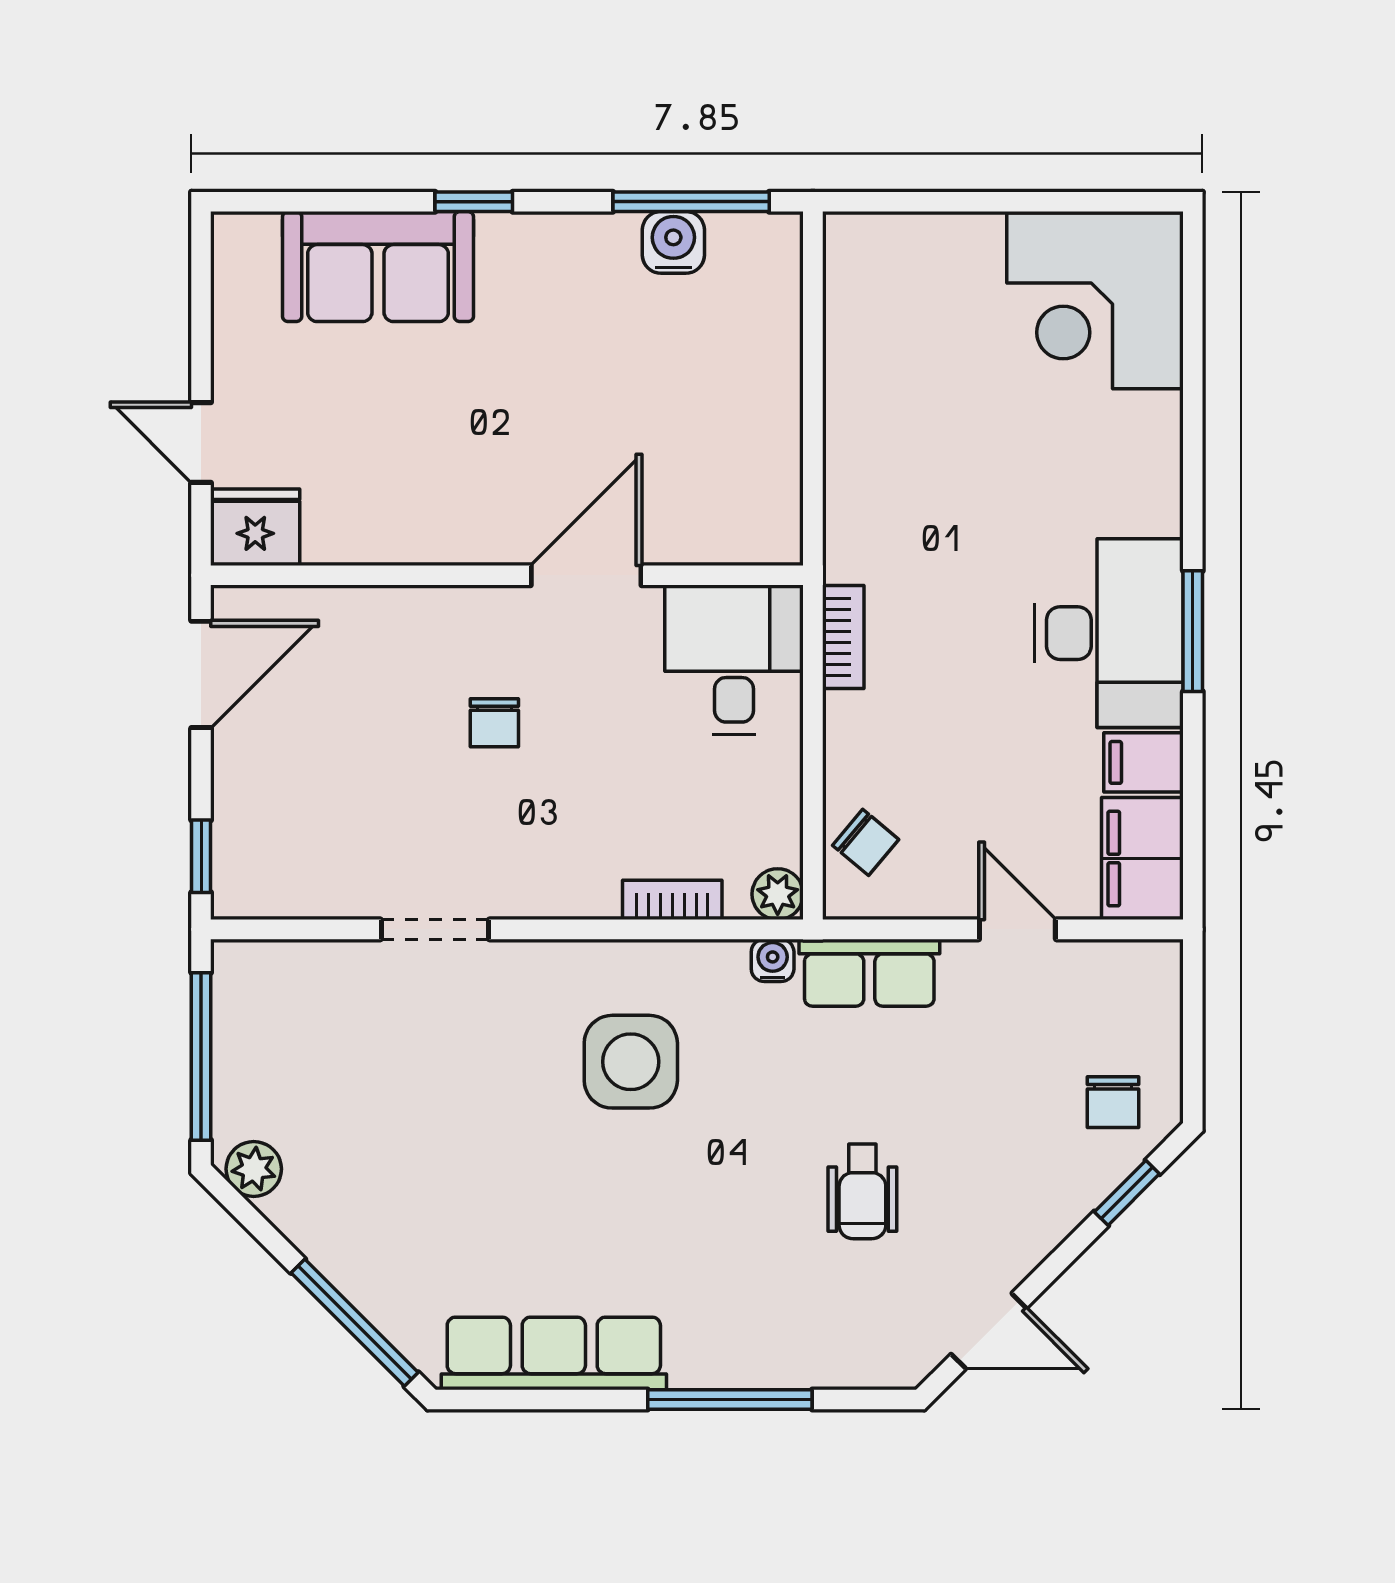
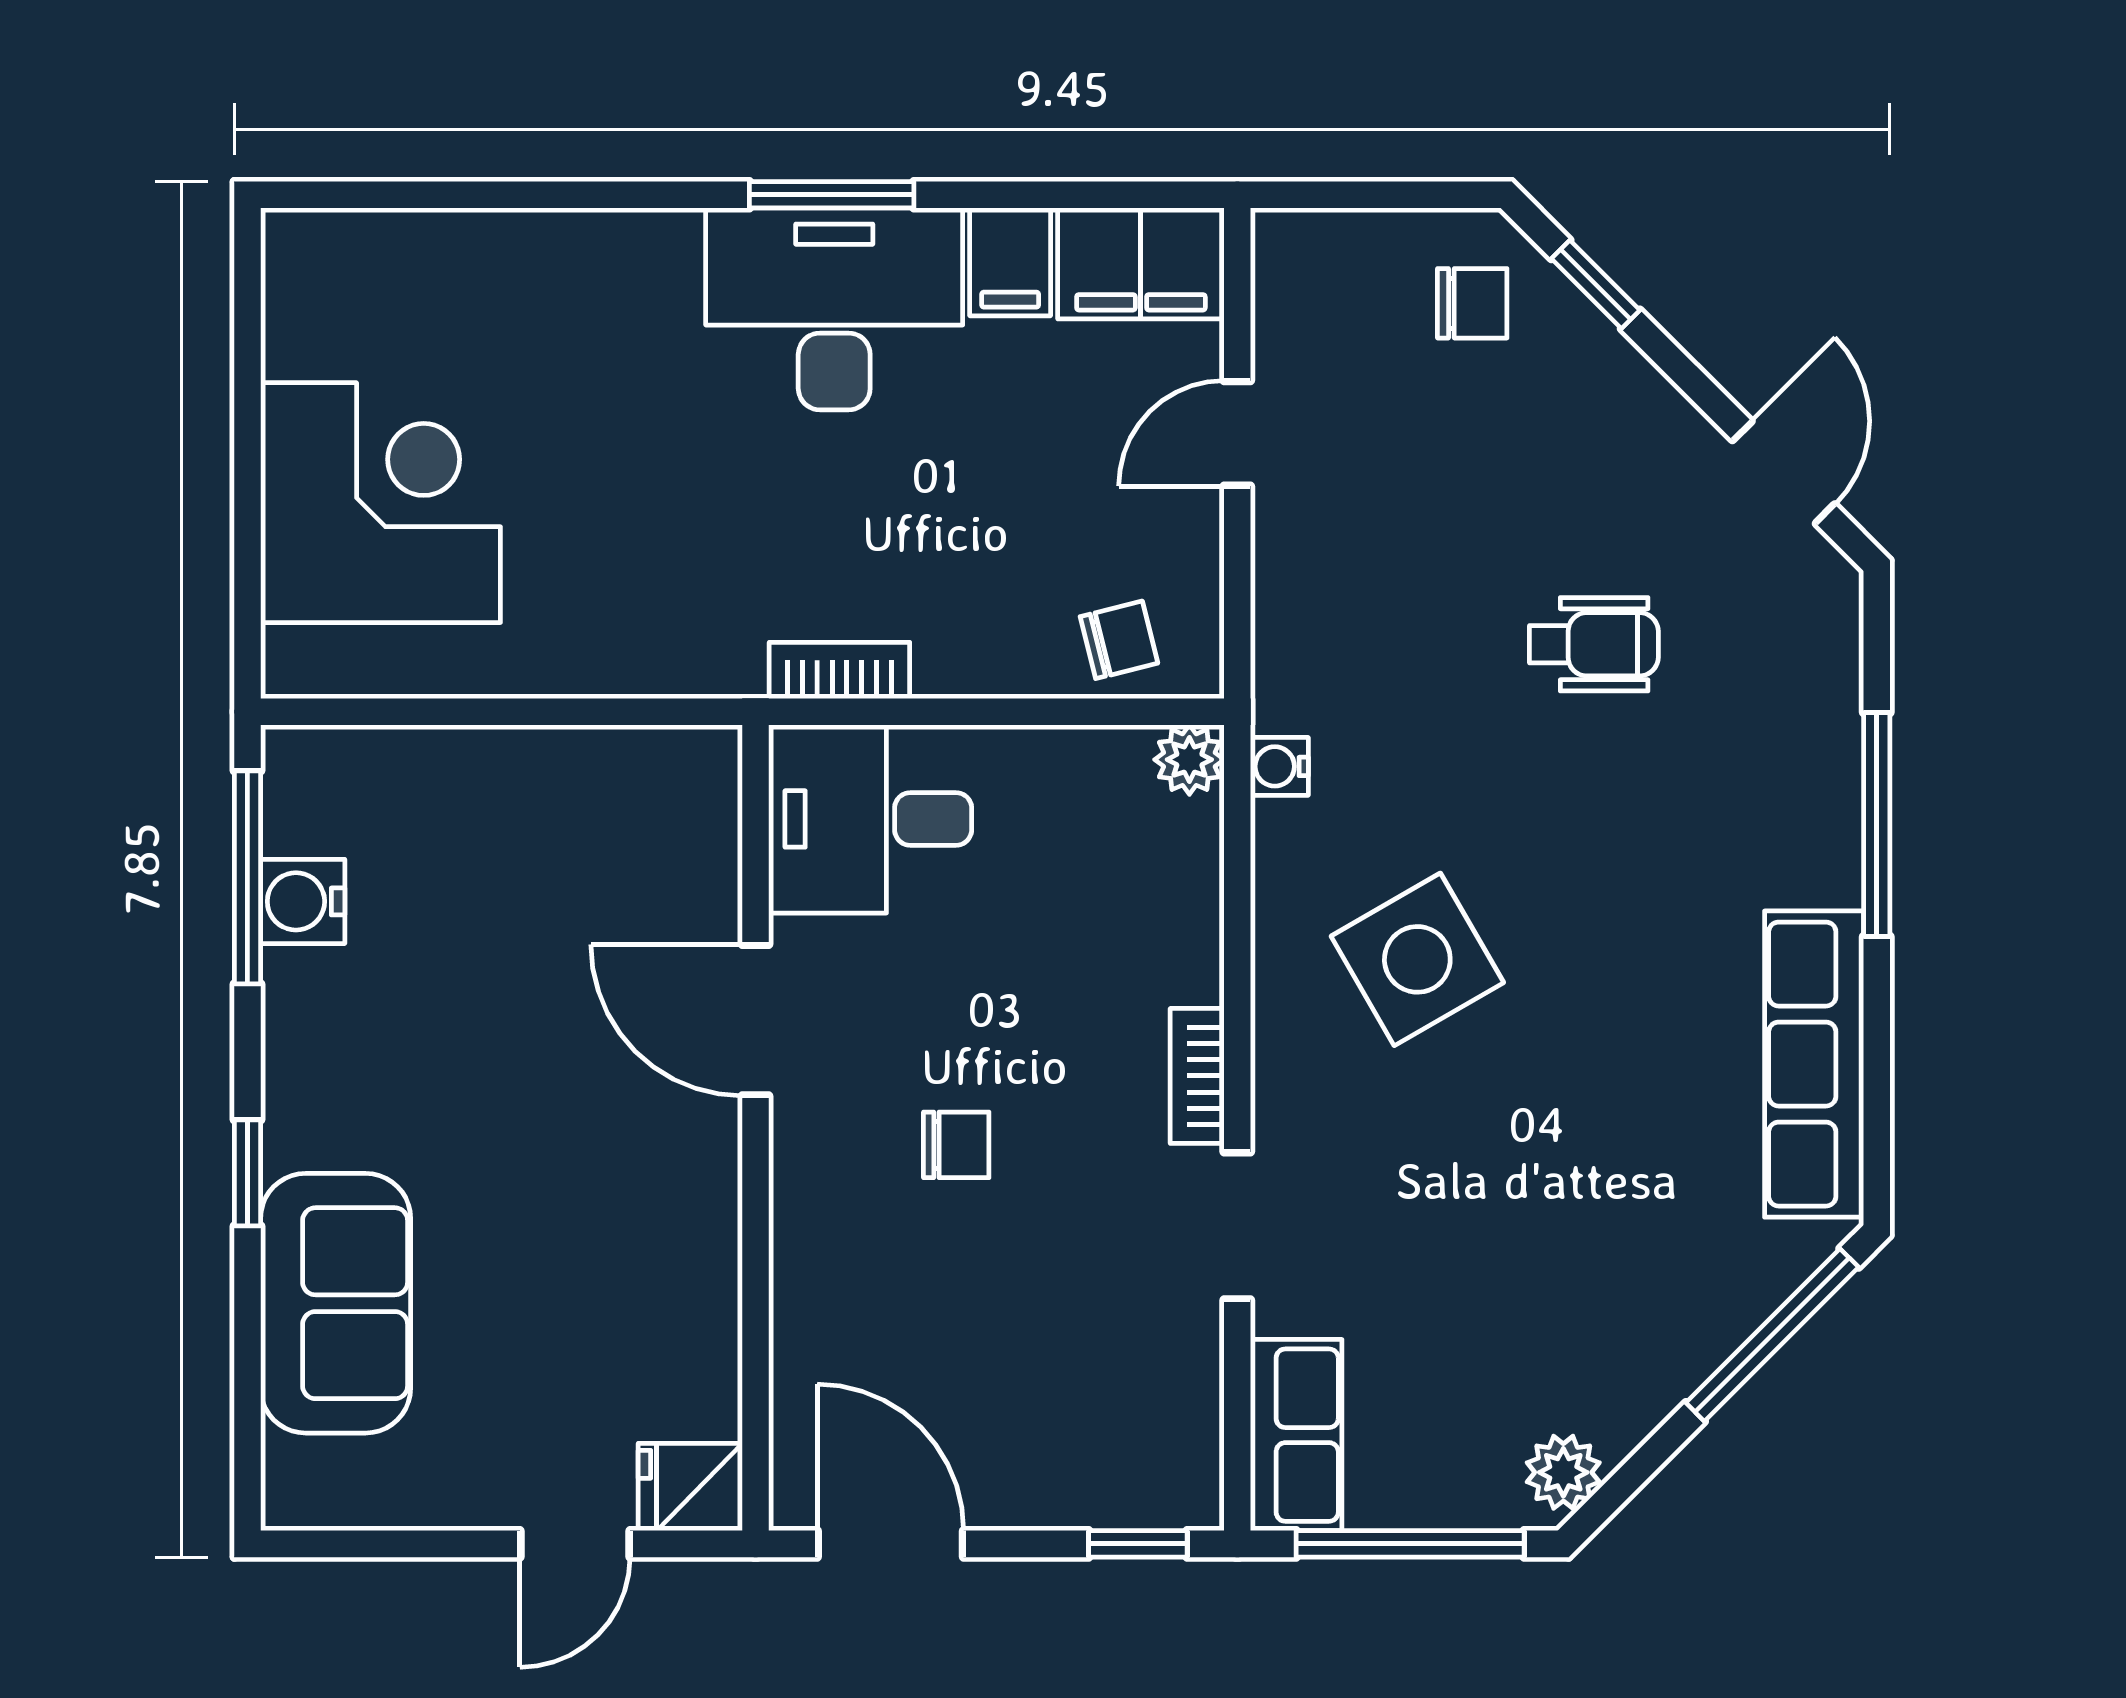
corner desk: (1095, 301) -> (381, 503), moved, turned -90
fridge: (255, 527) -> (690, 1487), width x0.72
chair: (866, 842) -> (1119, 640), turned 36
bookcase: (672, 900) -> (1197, 1076), moved
row of seats: (869, 973) -> (1296, 1435), moved
side table: (631, 1062) -> (1417, 959), turned -30

